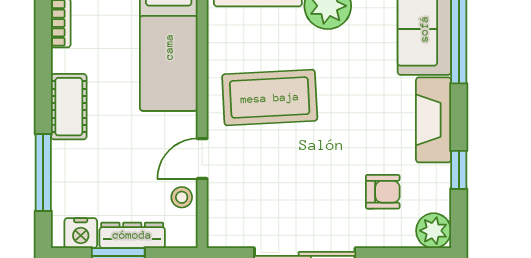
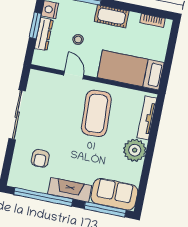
window: (459, 170) -> (43, 197), width x3.17
stool: (182, 197) -> (78, 40), moved
plant: (434, 231) -> (17, 179), removed

